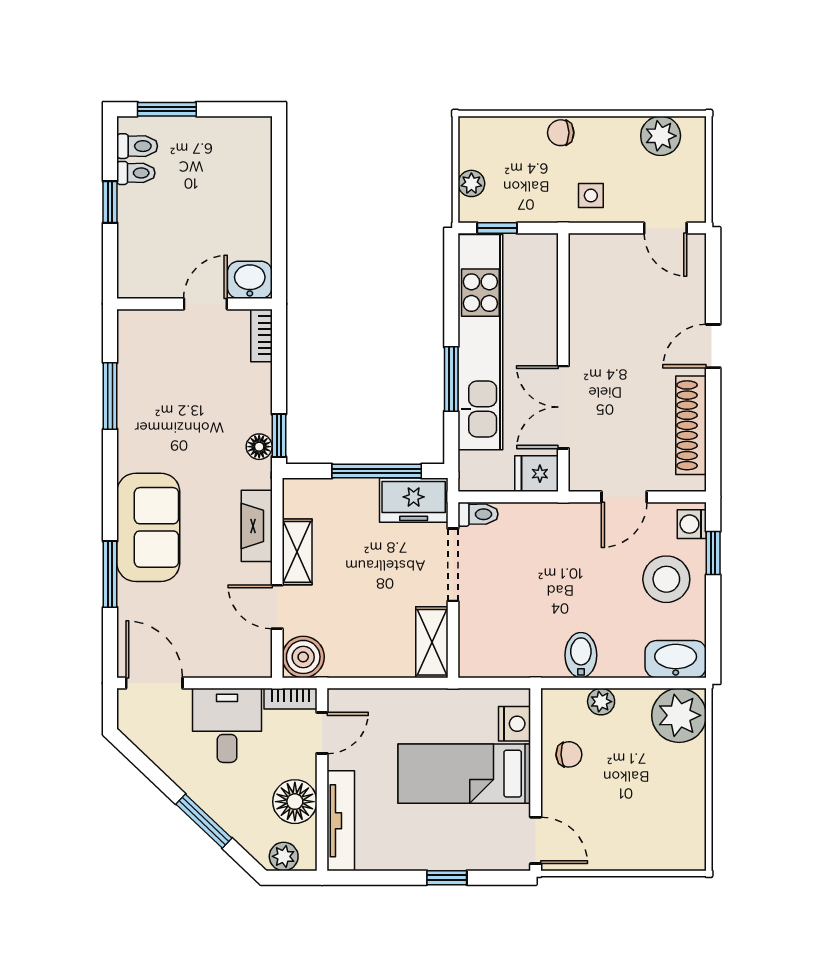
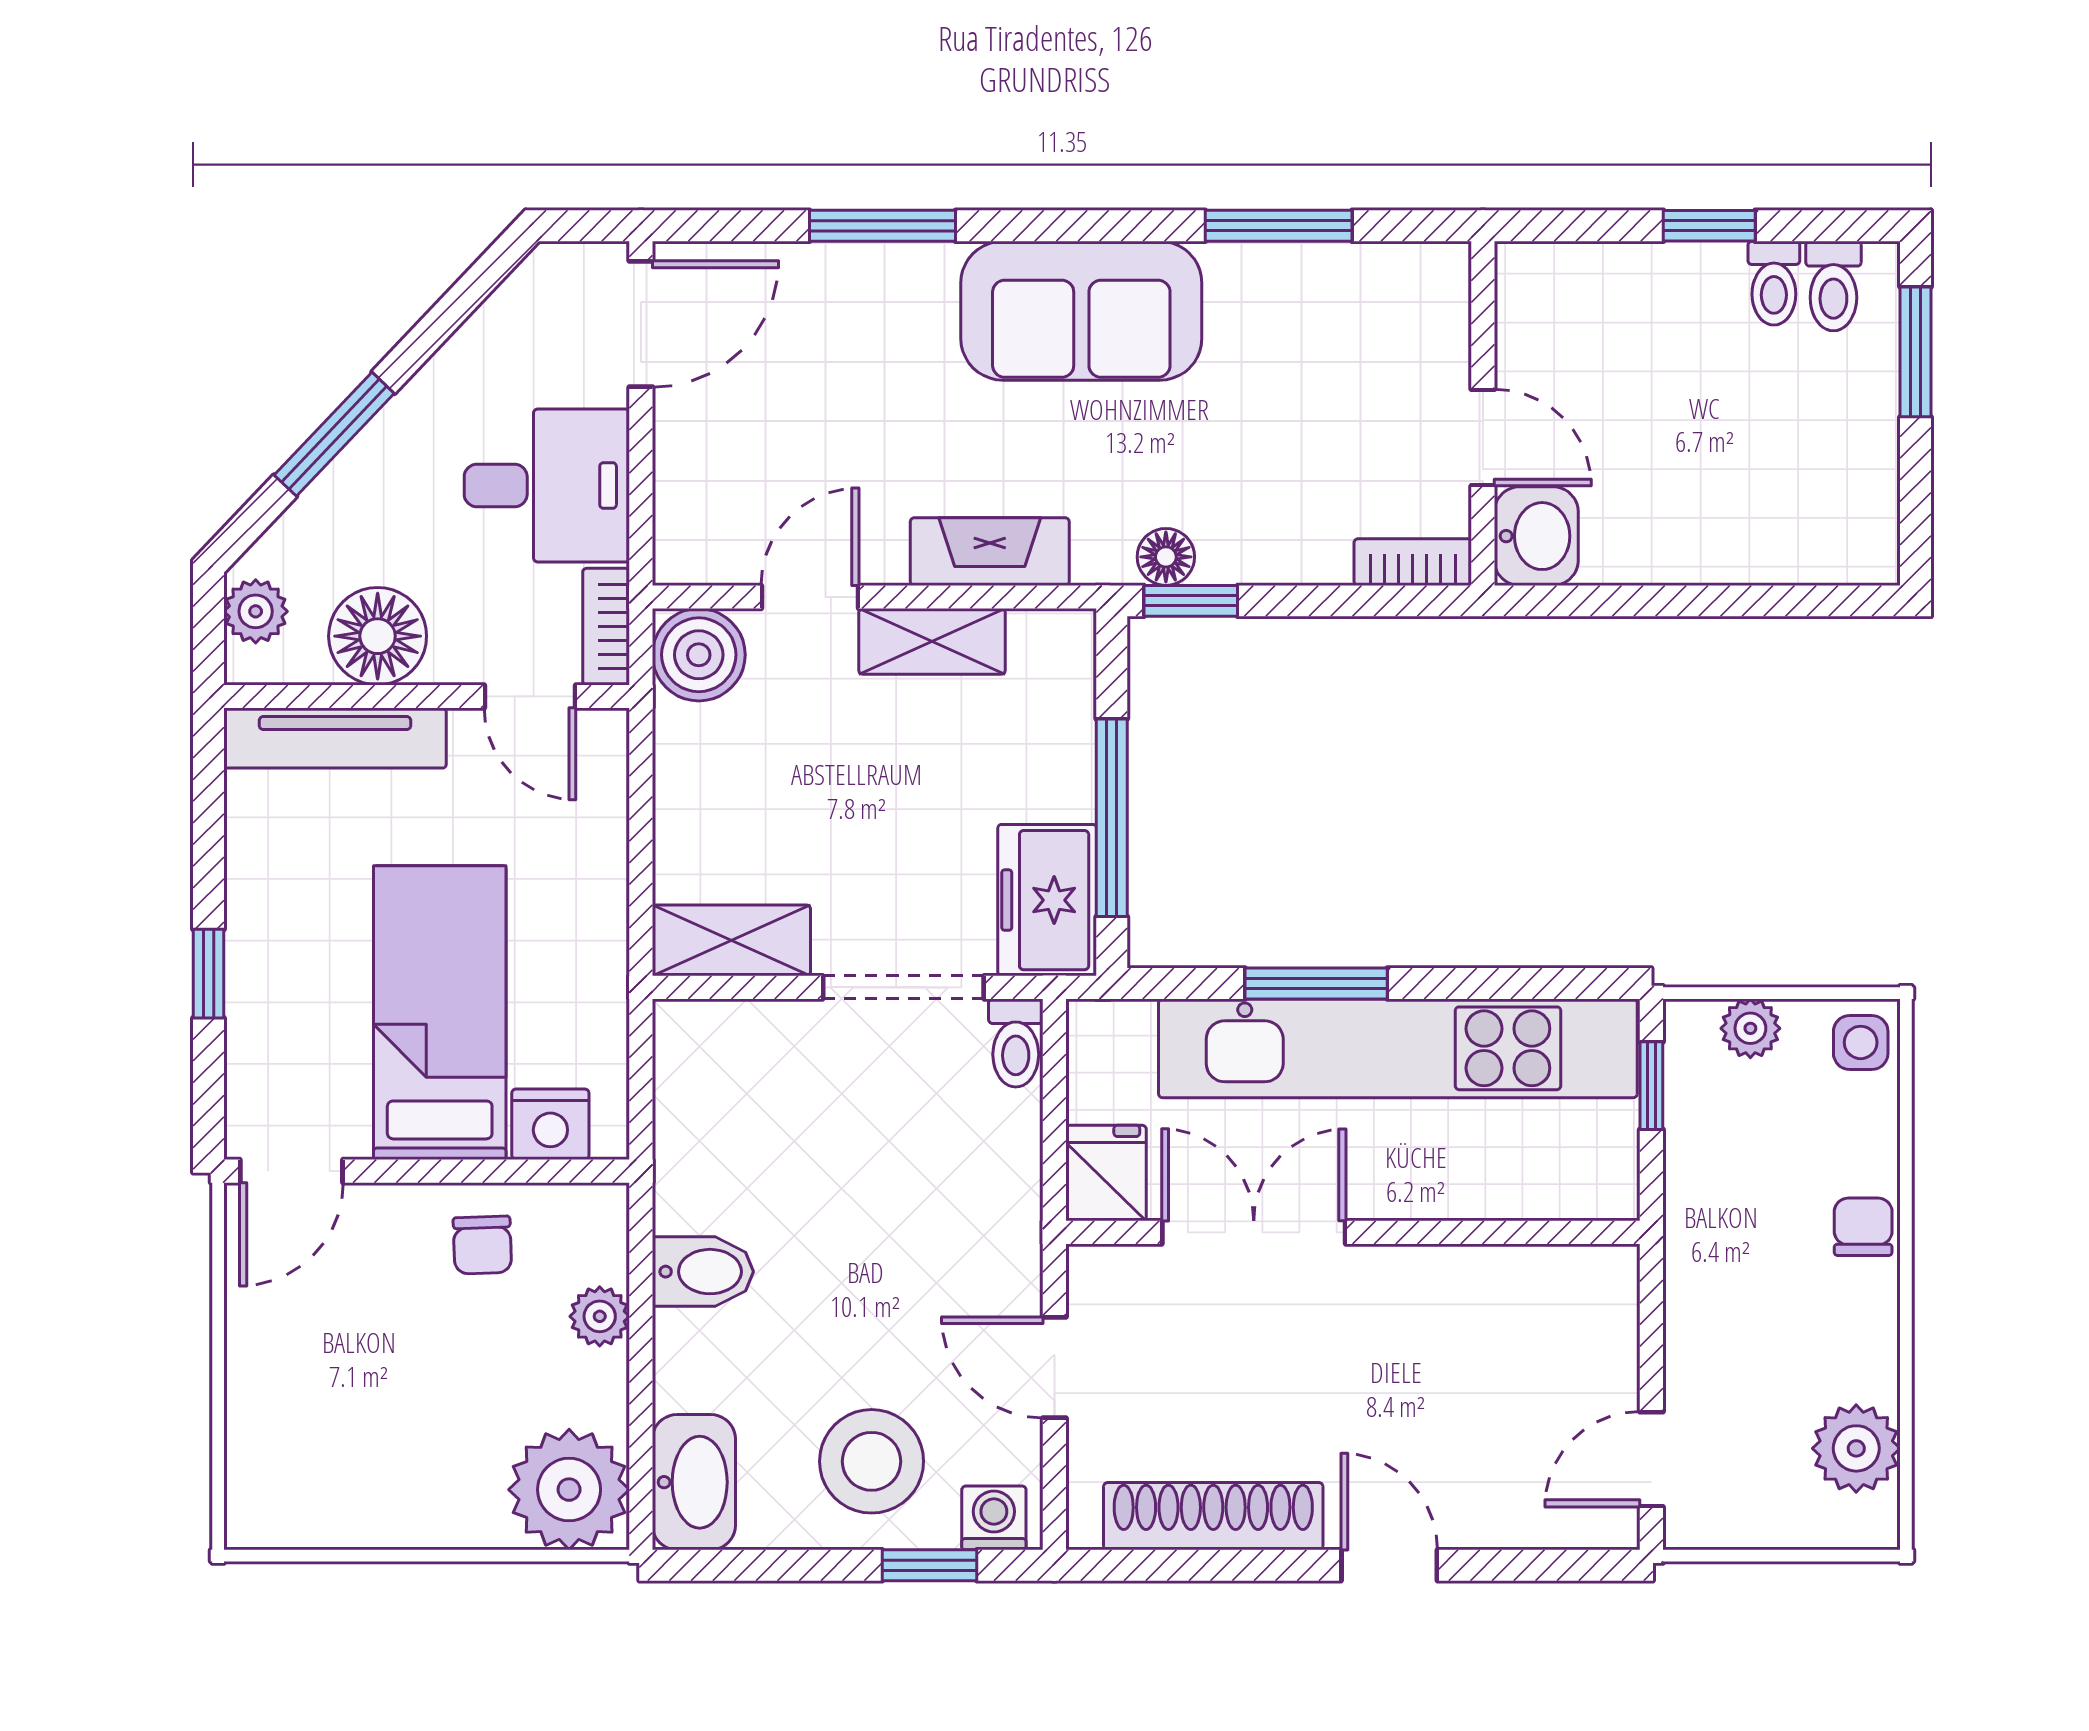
side table: (591, 196) -> (1861, 1042), moved
sofa: (148, 527) -> (1081, 311), moved

